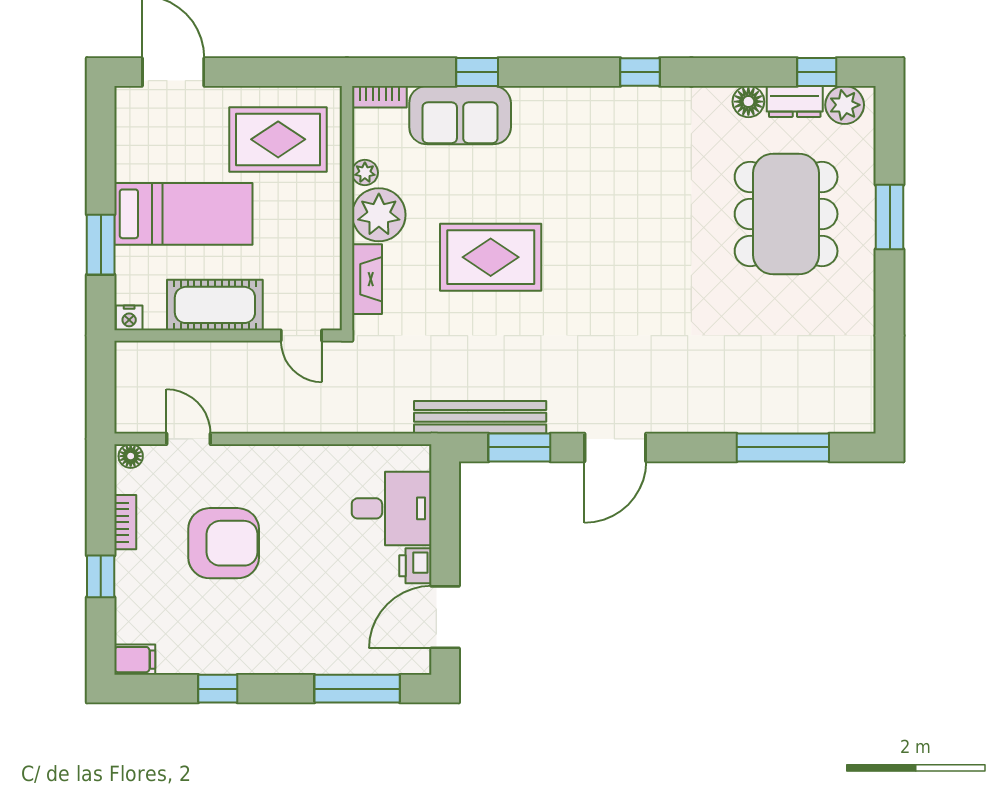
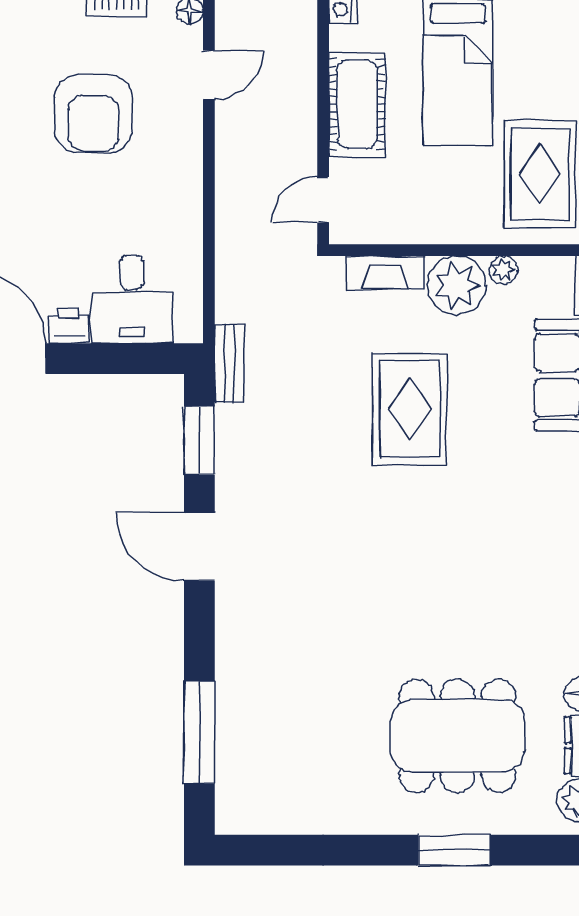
bench: (480, 417) -> (229, 364), width x0.54, depth x0.82

